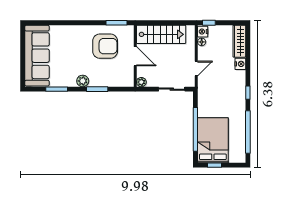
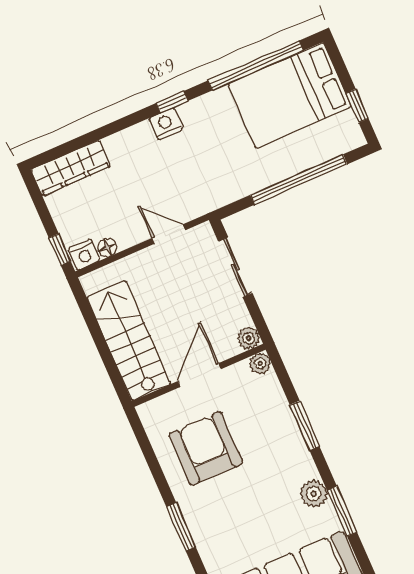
window: (116, 23) -> (181, 527), moved
nightstand: (240, 64) -> (166, 124), moved
plant: (83, 81) -> (314, 494), moved
plant: (129, 82) -> (260, 363), added
bed: (213, 140) -> (290, 95), moved

